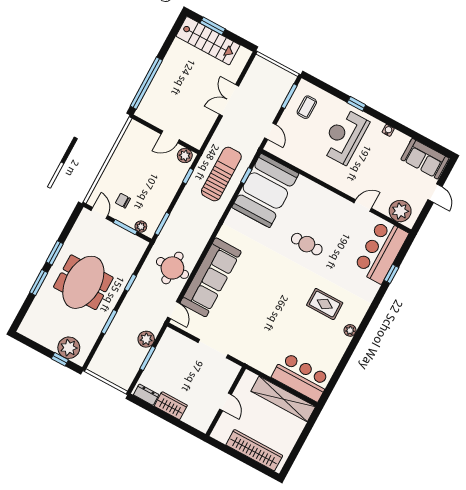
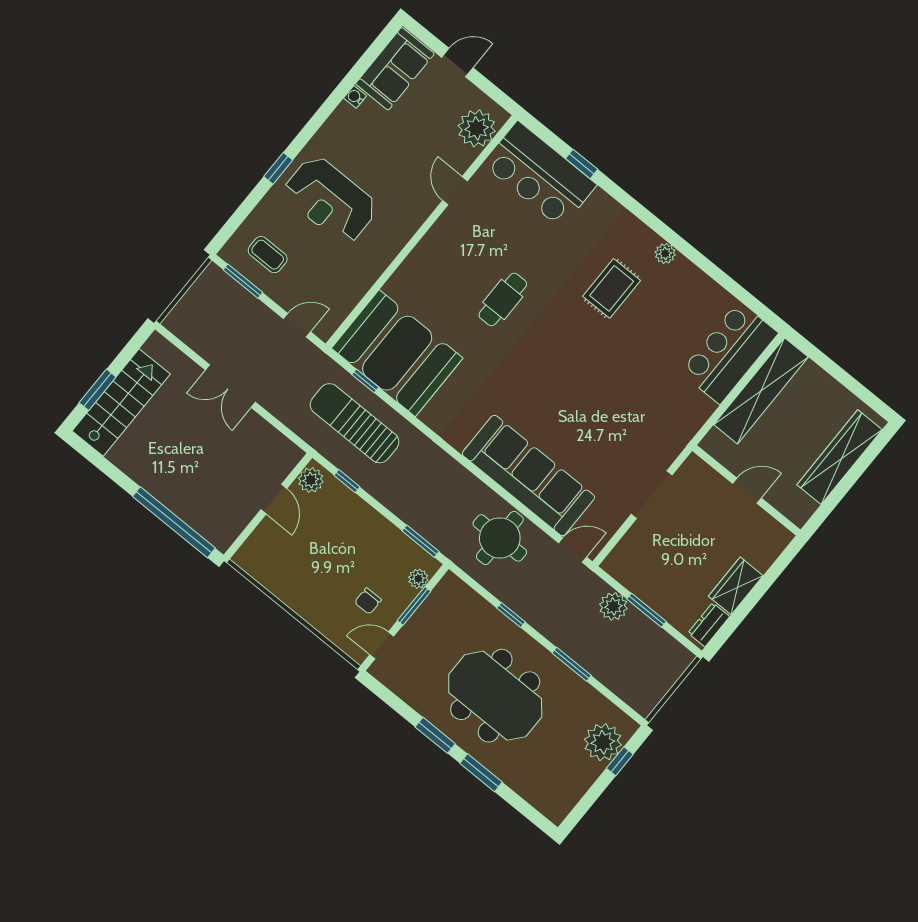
water cooler: (388, 130) -> (355, 97), moved

